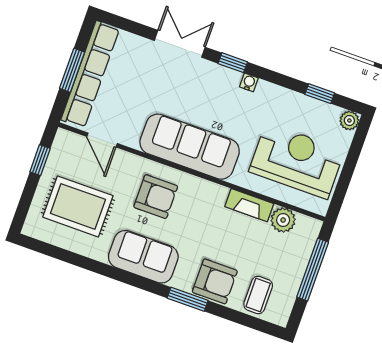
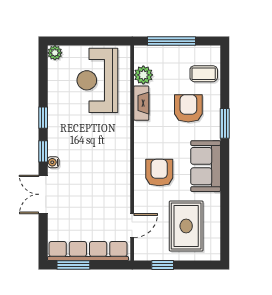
window: (72, 70) -> (73, 265), moved
water cooler: (249, 82) -> (53, 162), moved
window: (320, 94) -> (43, 118), moved
sofa: (190, 147) -> (115, 161), removed
armchair: (215, 281) -> (188, 108), moved

